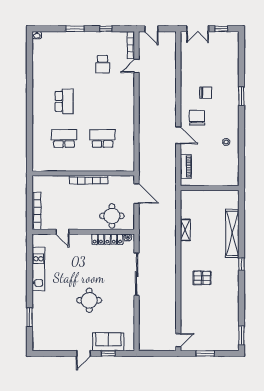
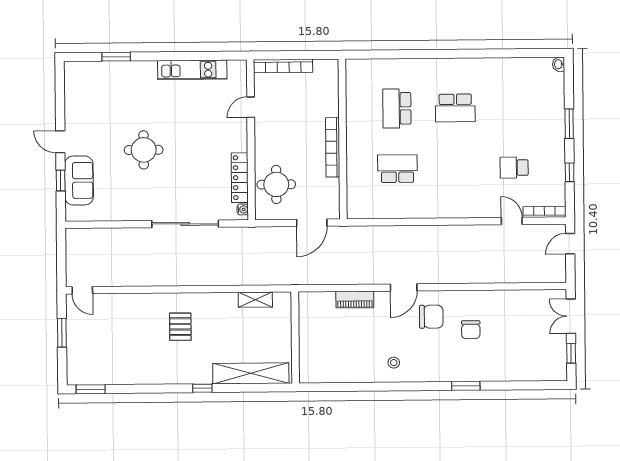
school desk: (64, 139) -> (397, 108), turned 180
school desk: (103, 139) -> (397, 169), turned -90
wall: (210, 188) -> (295, 337), moved

